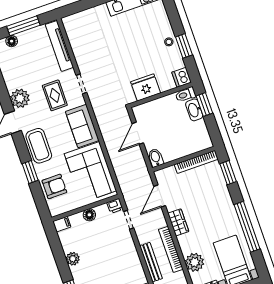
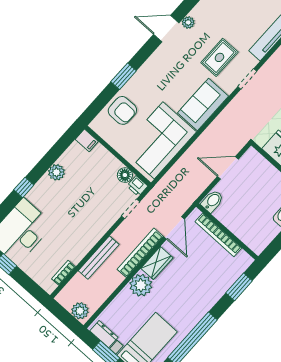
plant: (20, 98) -> (188, 22), width x0.53, depth x0.53
coffee table: (39, 146) -> (157, 70), removed
bookcase: (196, 162) -> (218, 235), moved
door: (160, 196) -> (174, 228), swing flipped
floor lamp: (89, 215) -> (125, 175), moved
bookcase: (171, 249) -> (140, 253), moved
plant: (195, 262) -> (141, 285), moved

